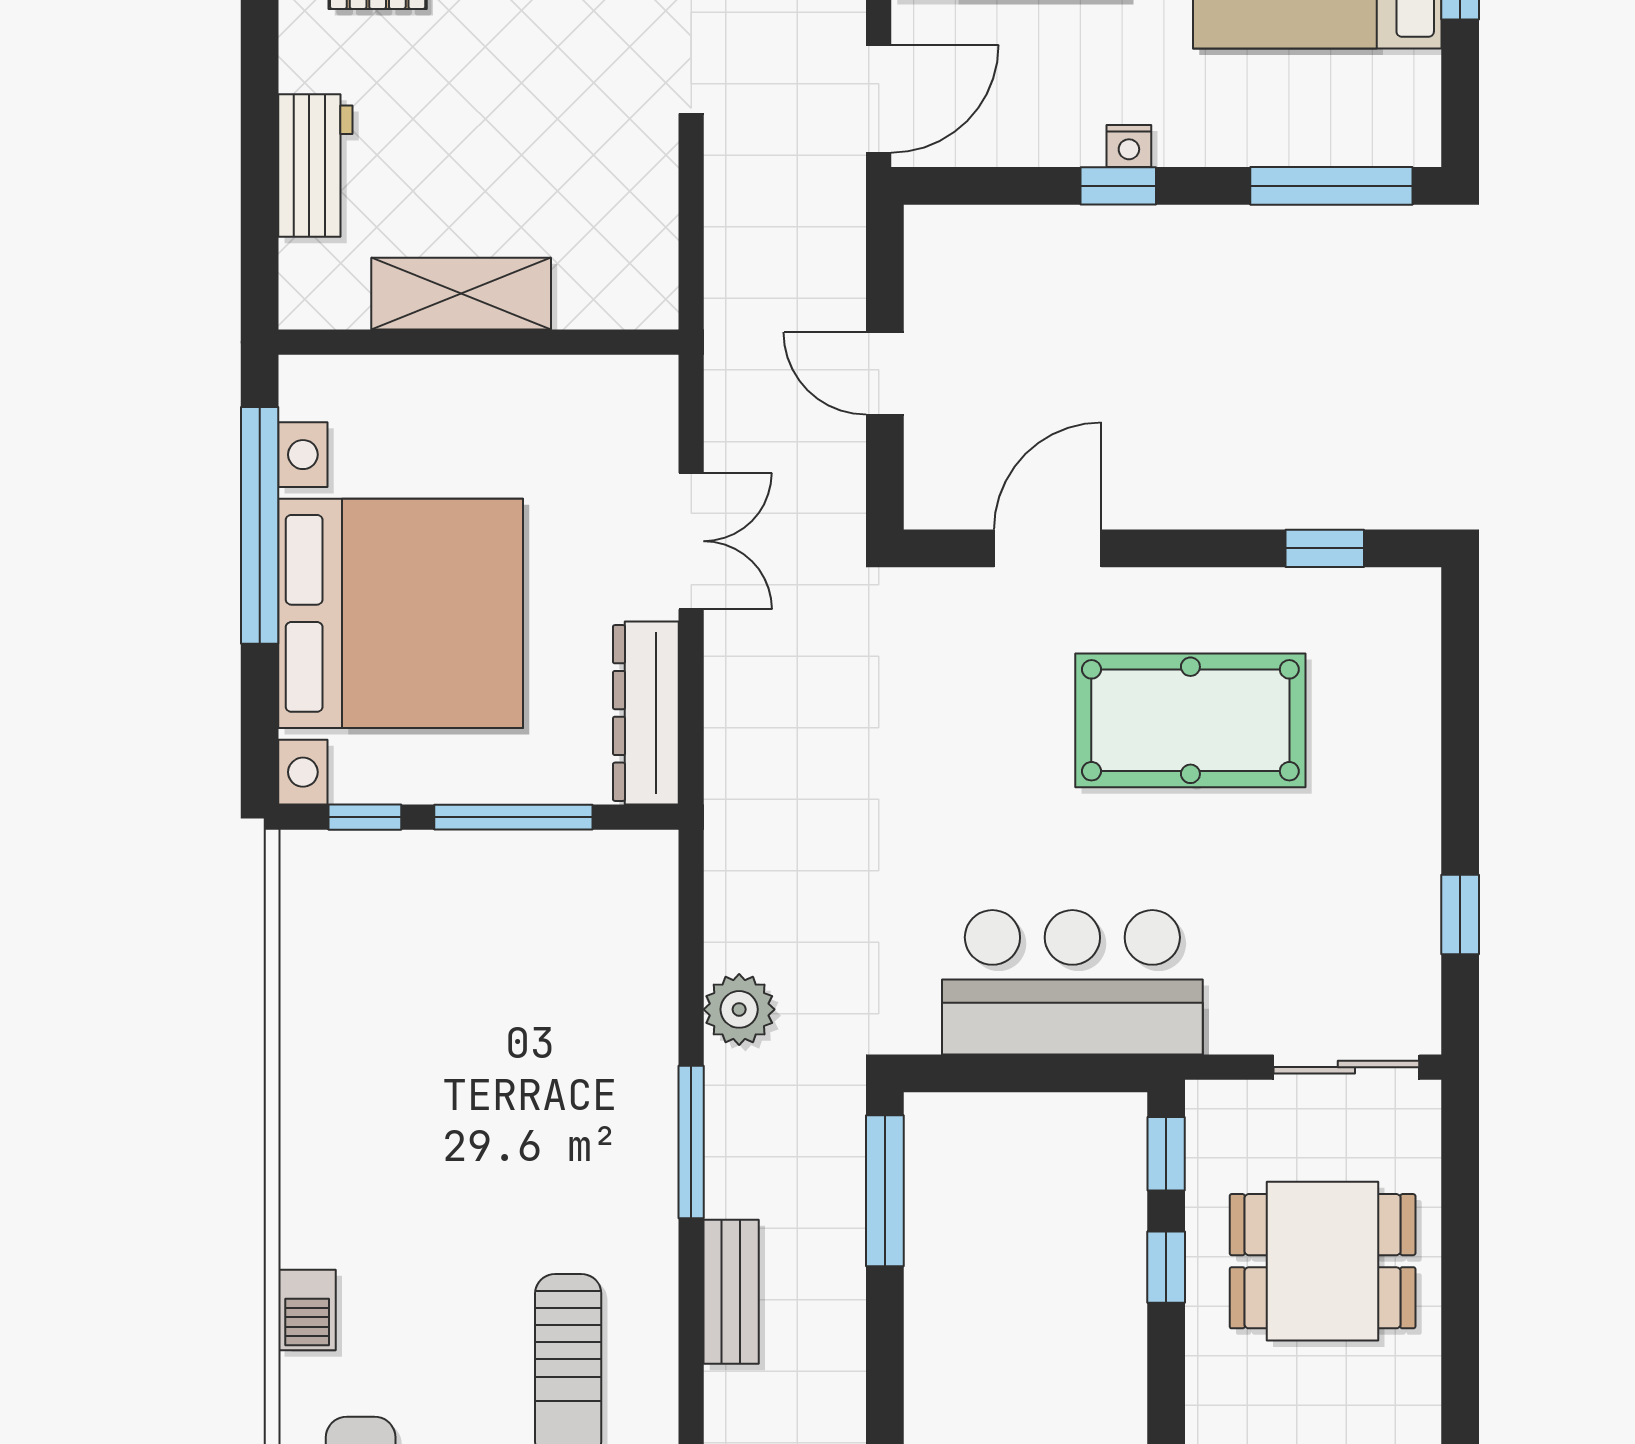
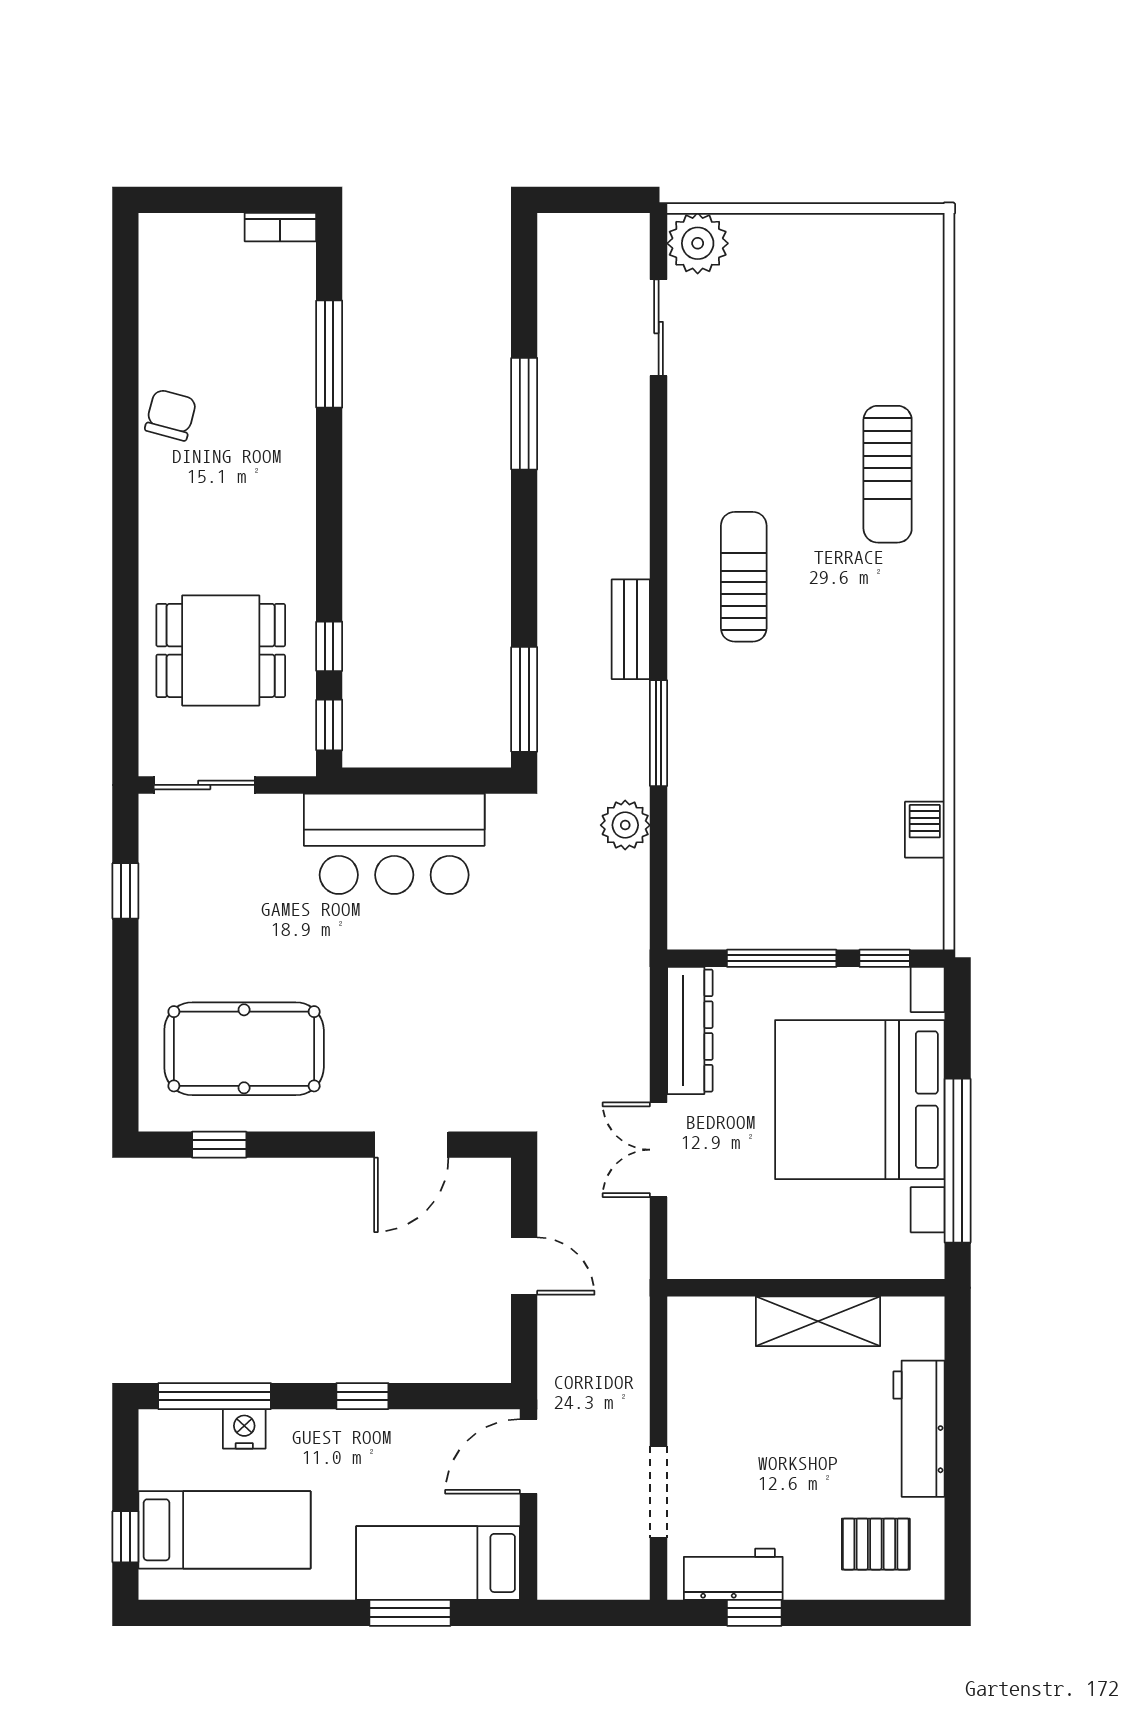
nightstand: (1129, 146) -> (244, 1429), moved, width x1.39, depth x1.35
workbench: (315, 165) -> (919, 1429), width x1.38
pool table: (1190, 720) -> (244, 1049), moved
barbecue: (307, 1310) -> (925, 830), moved

